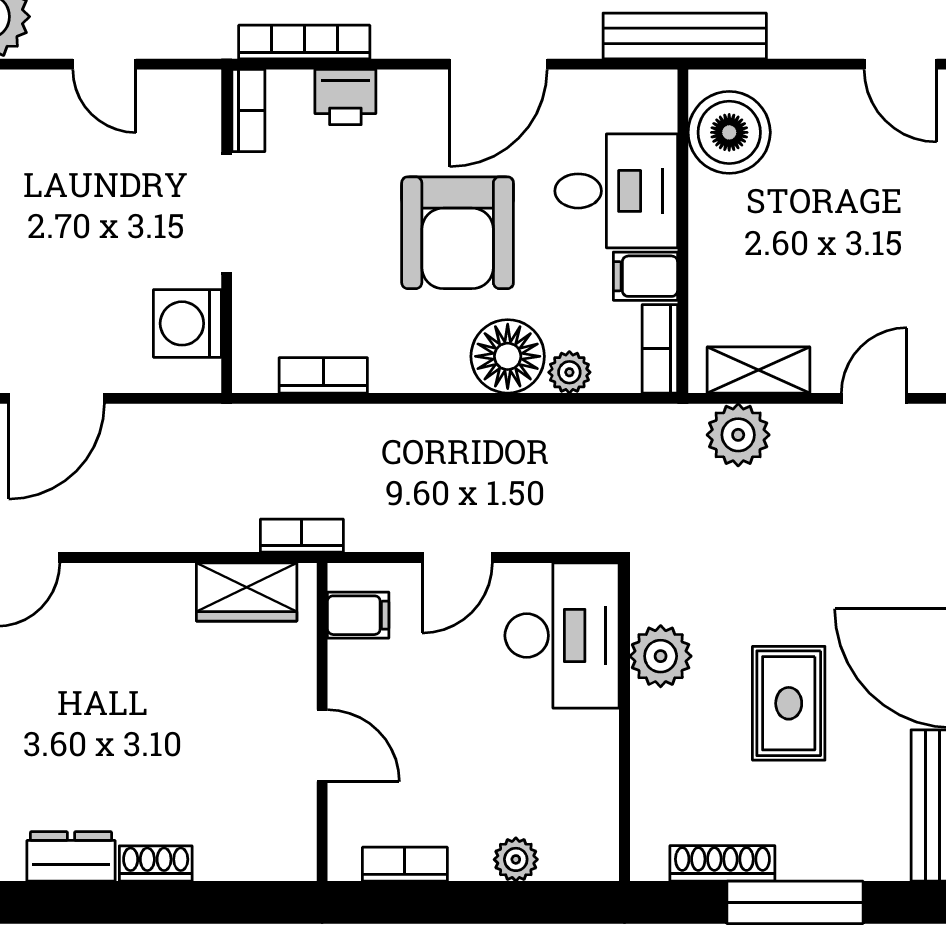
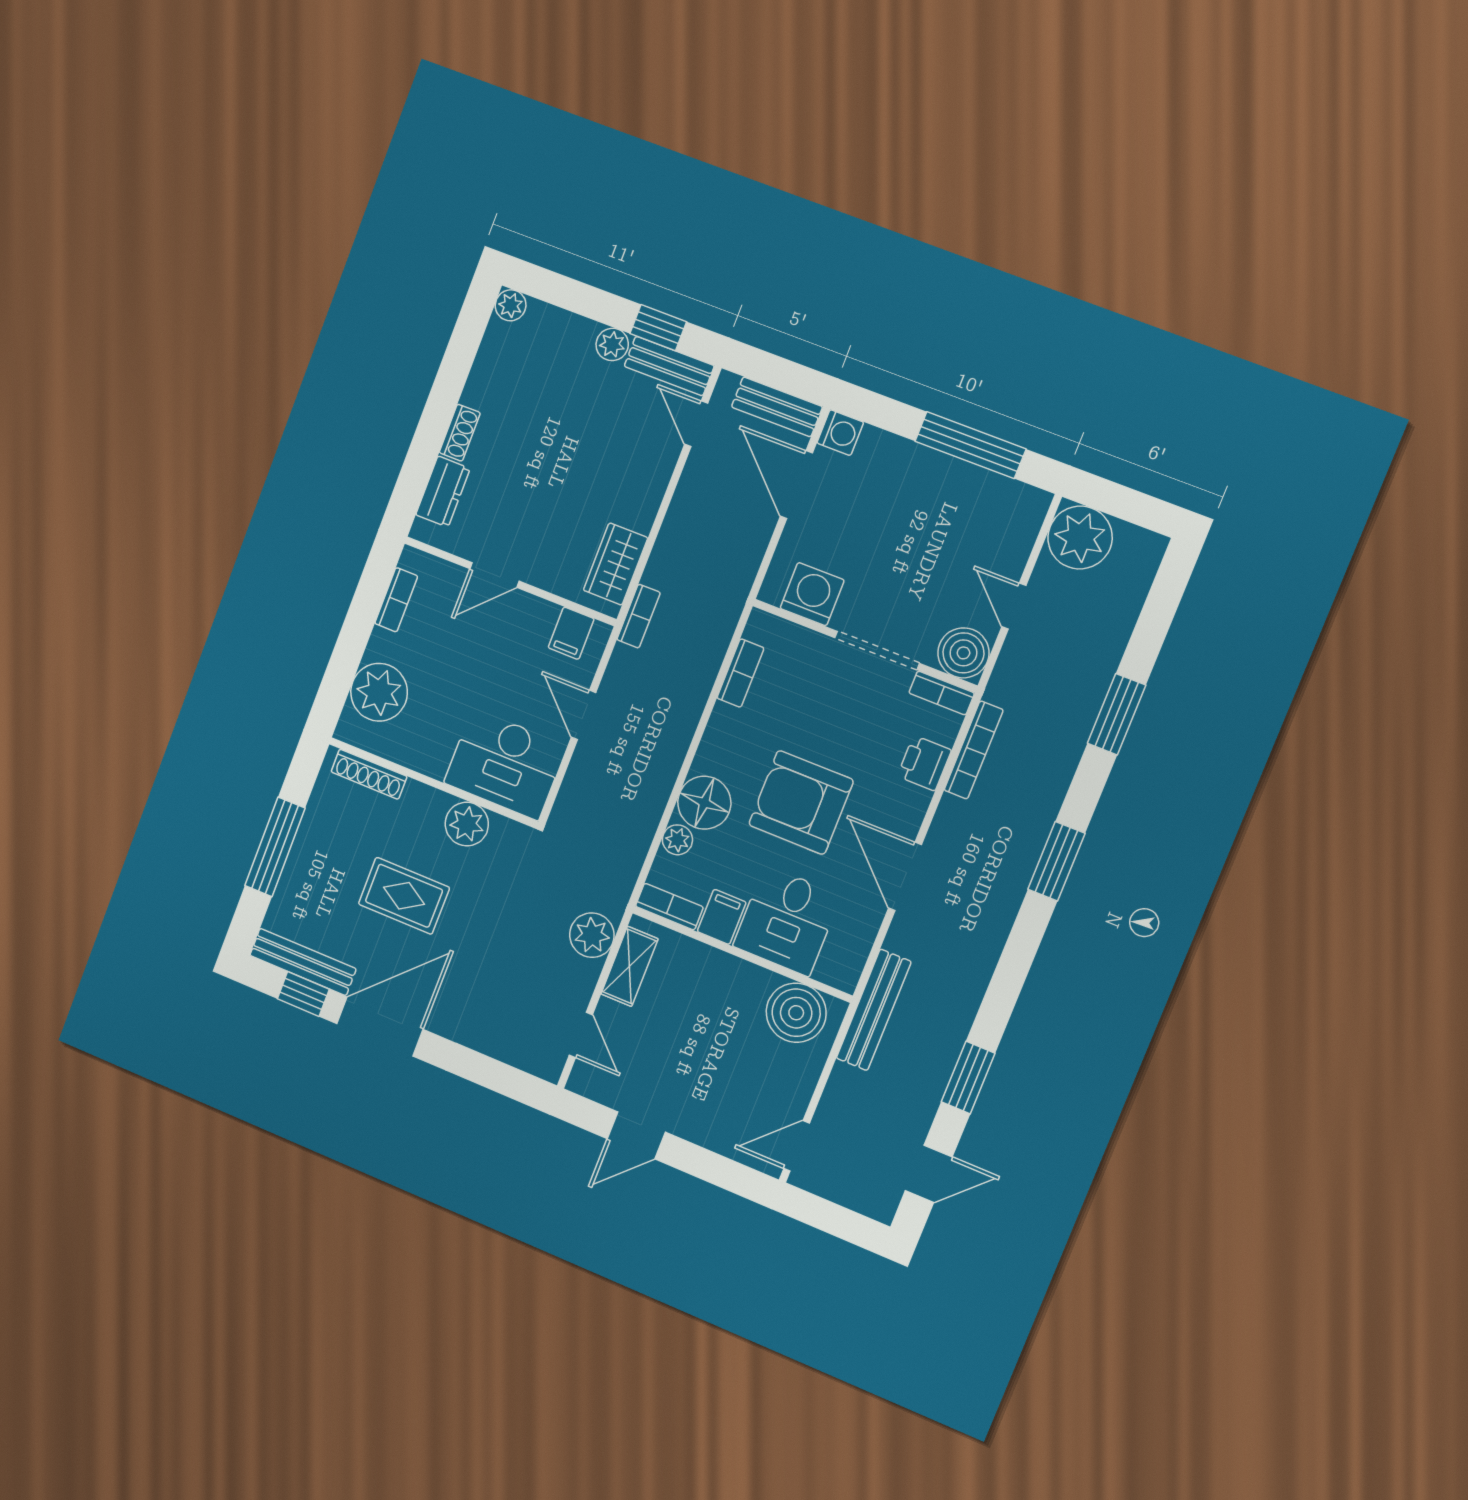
door: (104, 64) -> (1014, 606), hinge flipped
boiler: (187, 103) -> (963, 653), added
dresser: (71, 856) -> (443, 492), moved
plant: (516, 859) -> (379, 692), width x1.87, depth x1.87
shoe rack: (722, 863) -> (369, 774), moved, turned 90

